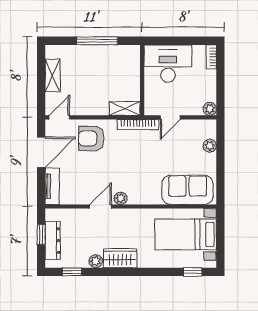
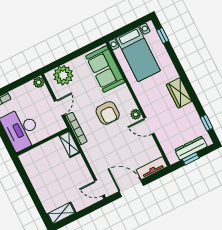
window: (97, 41) -> (30, 189), removed
shelving: (53, 75) -> (61, 213), moved
door: (170, 117) -> (59, 108), hinge flipped
armchair: (91, 138) -> (108, 113), moved
plant: (210, 146) -> (63, 75), width x1.87, depth x1.87
plant: (96, 261) -> (190, 110), removed

